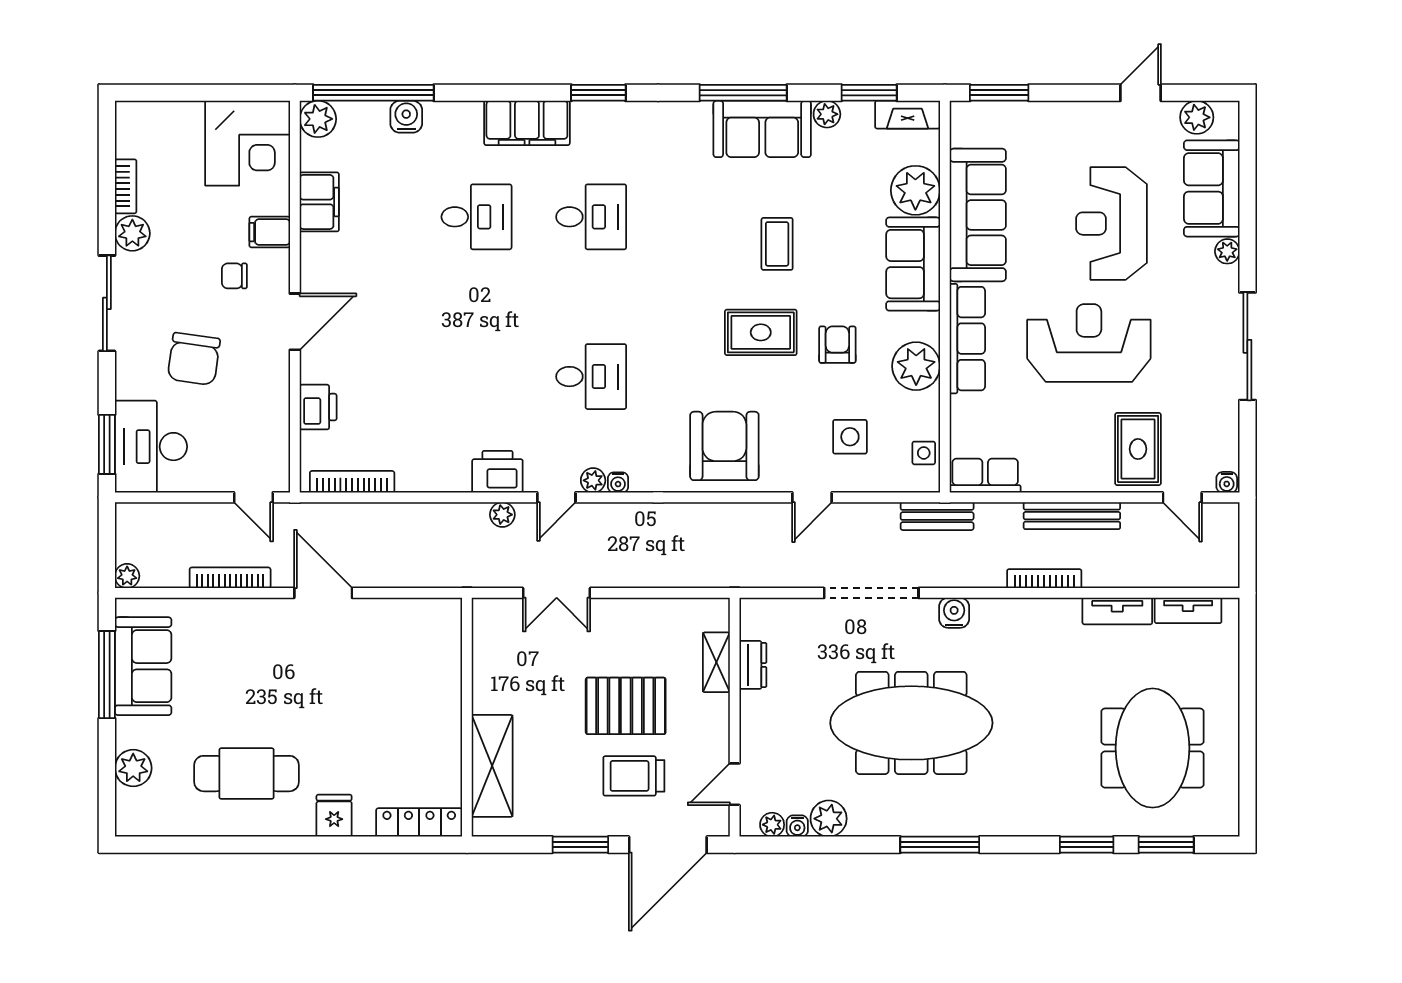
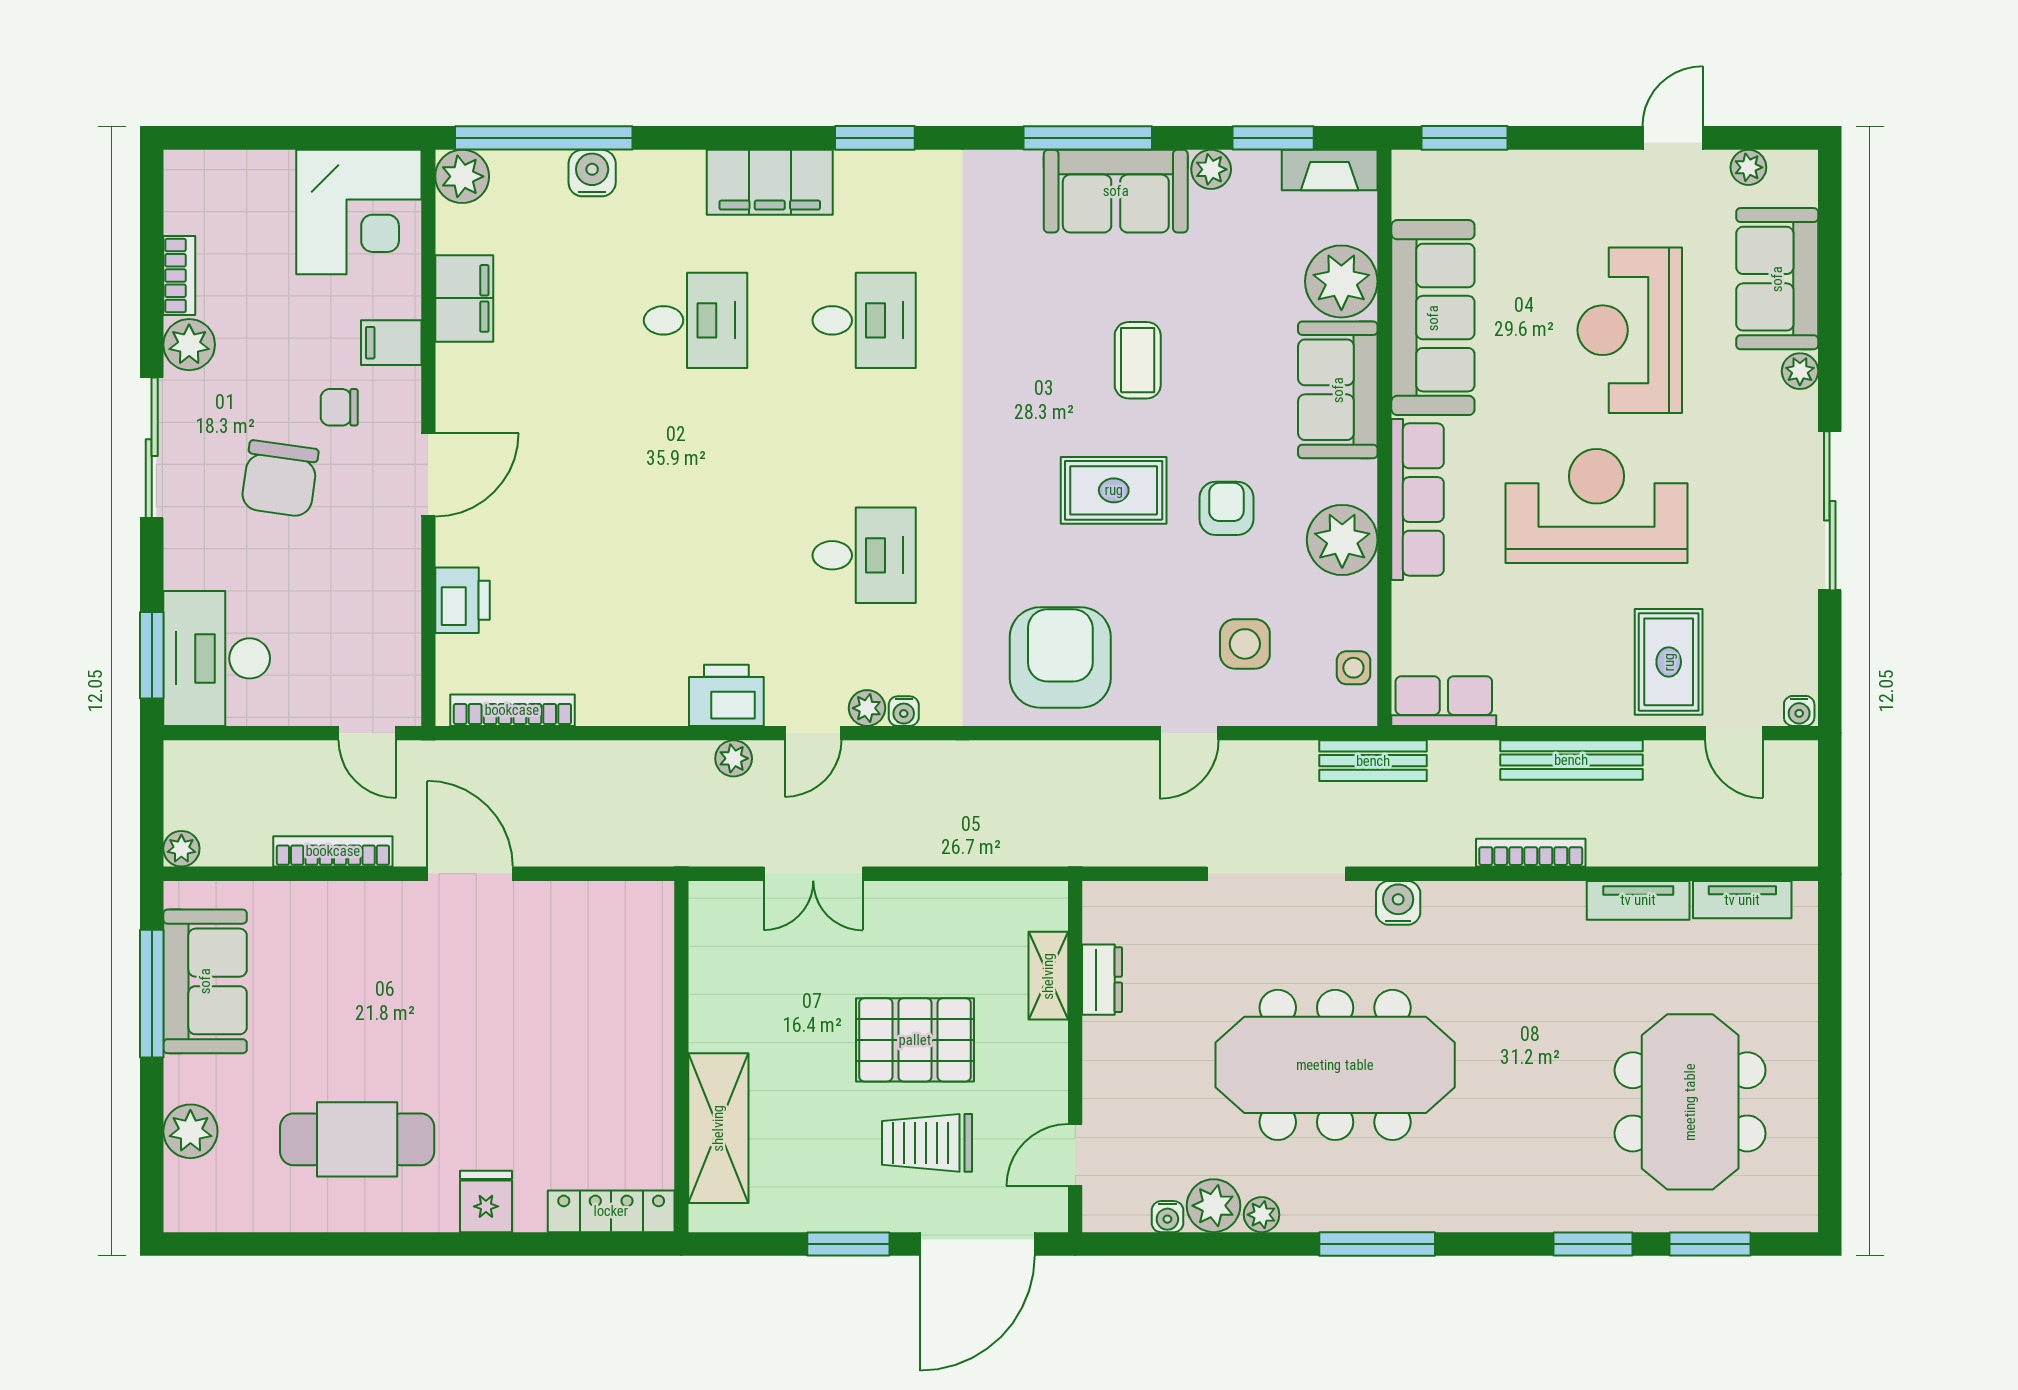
plant: (1197, 117) -> (1748, 167), width x0.73, depth x0.73
chair: (194, 359) -> (280, 479), moved
plant: (772, 825) -> (1262, 1215), moved

